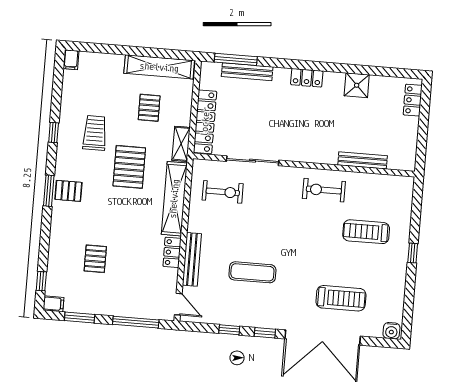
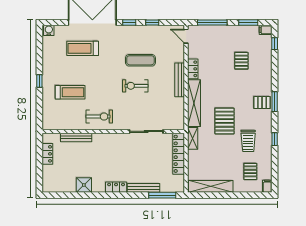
bench: (247, 72) -> (144, 188), moved
locker: (413, 100) -> (47, 154), moved
pallet: (149, 108) -> (250, 171), moved
exercise bike: (223, 192) -> (135, 86), moved
bench: (192, 259) -> (180, 80), moved

